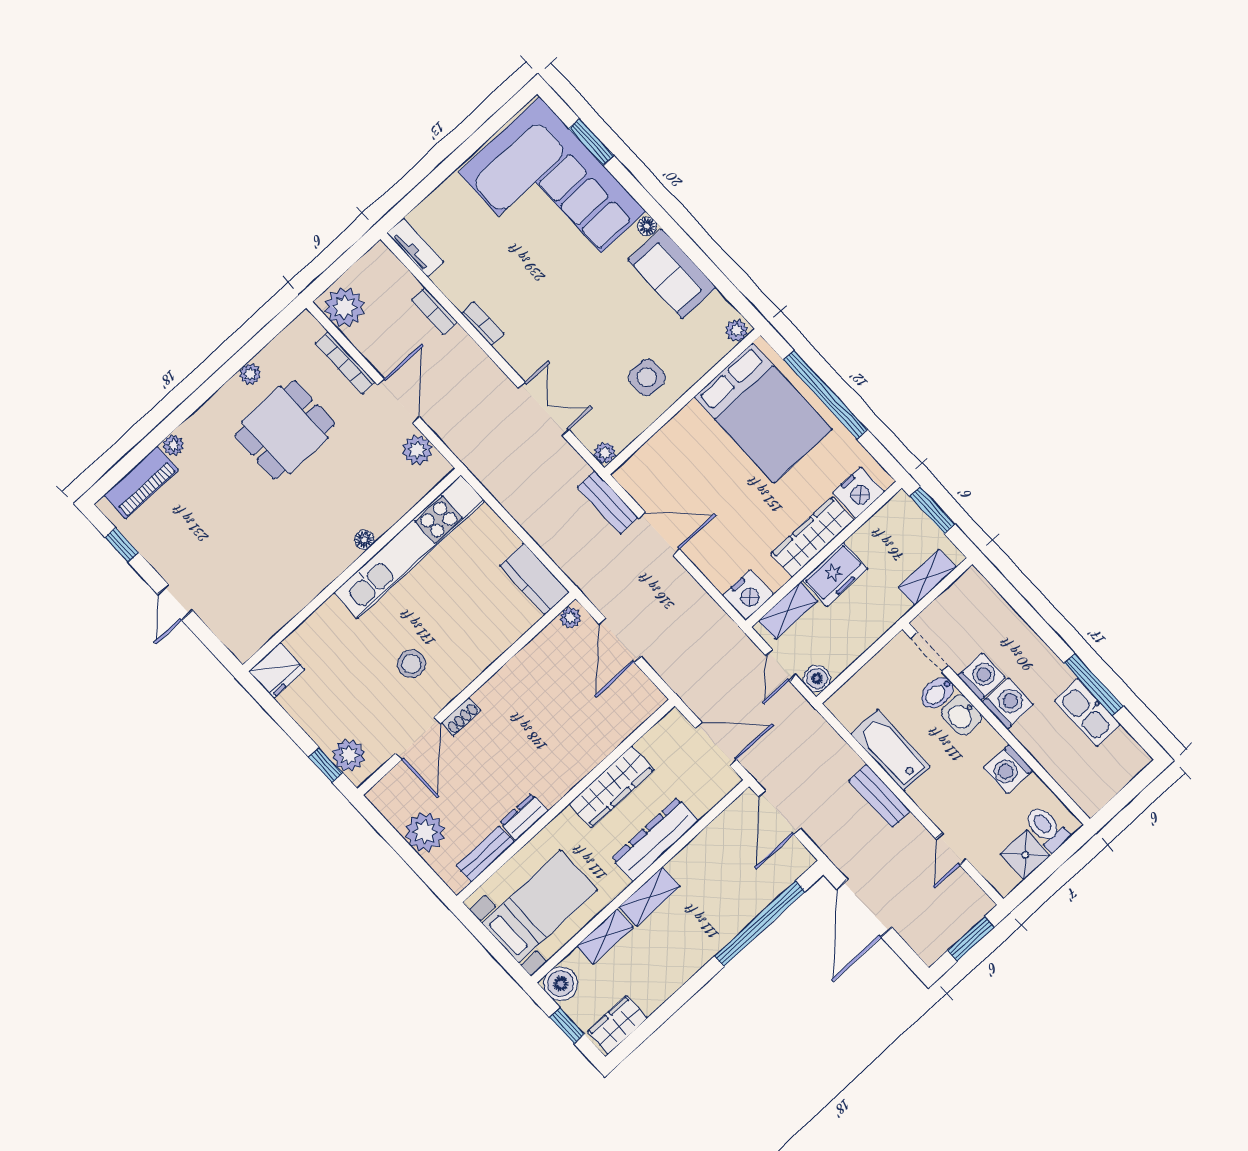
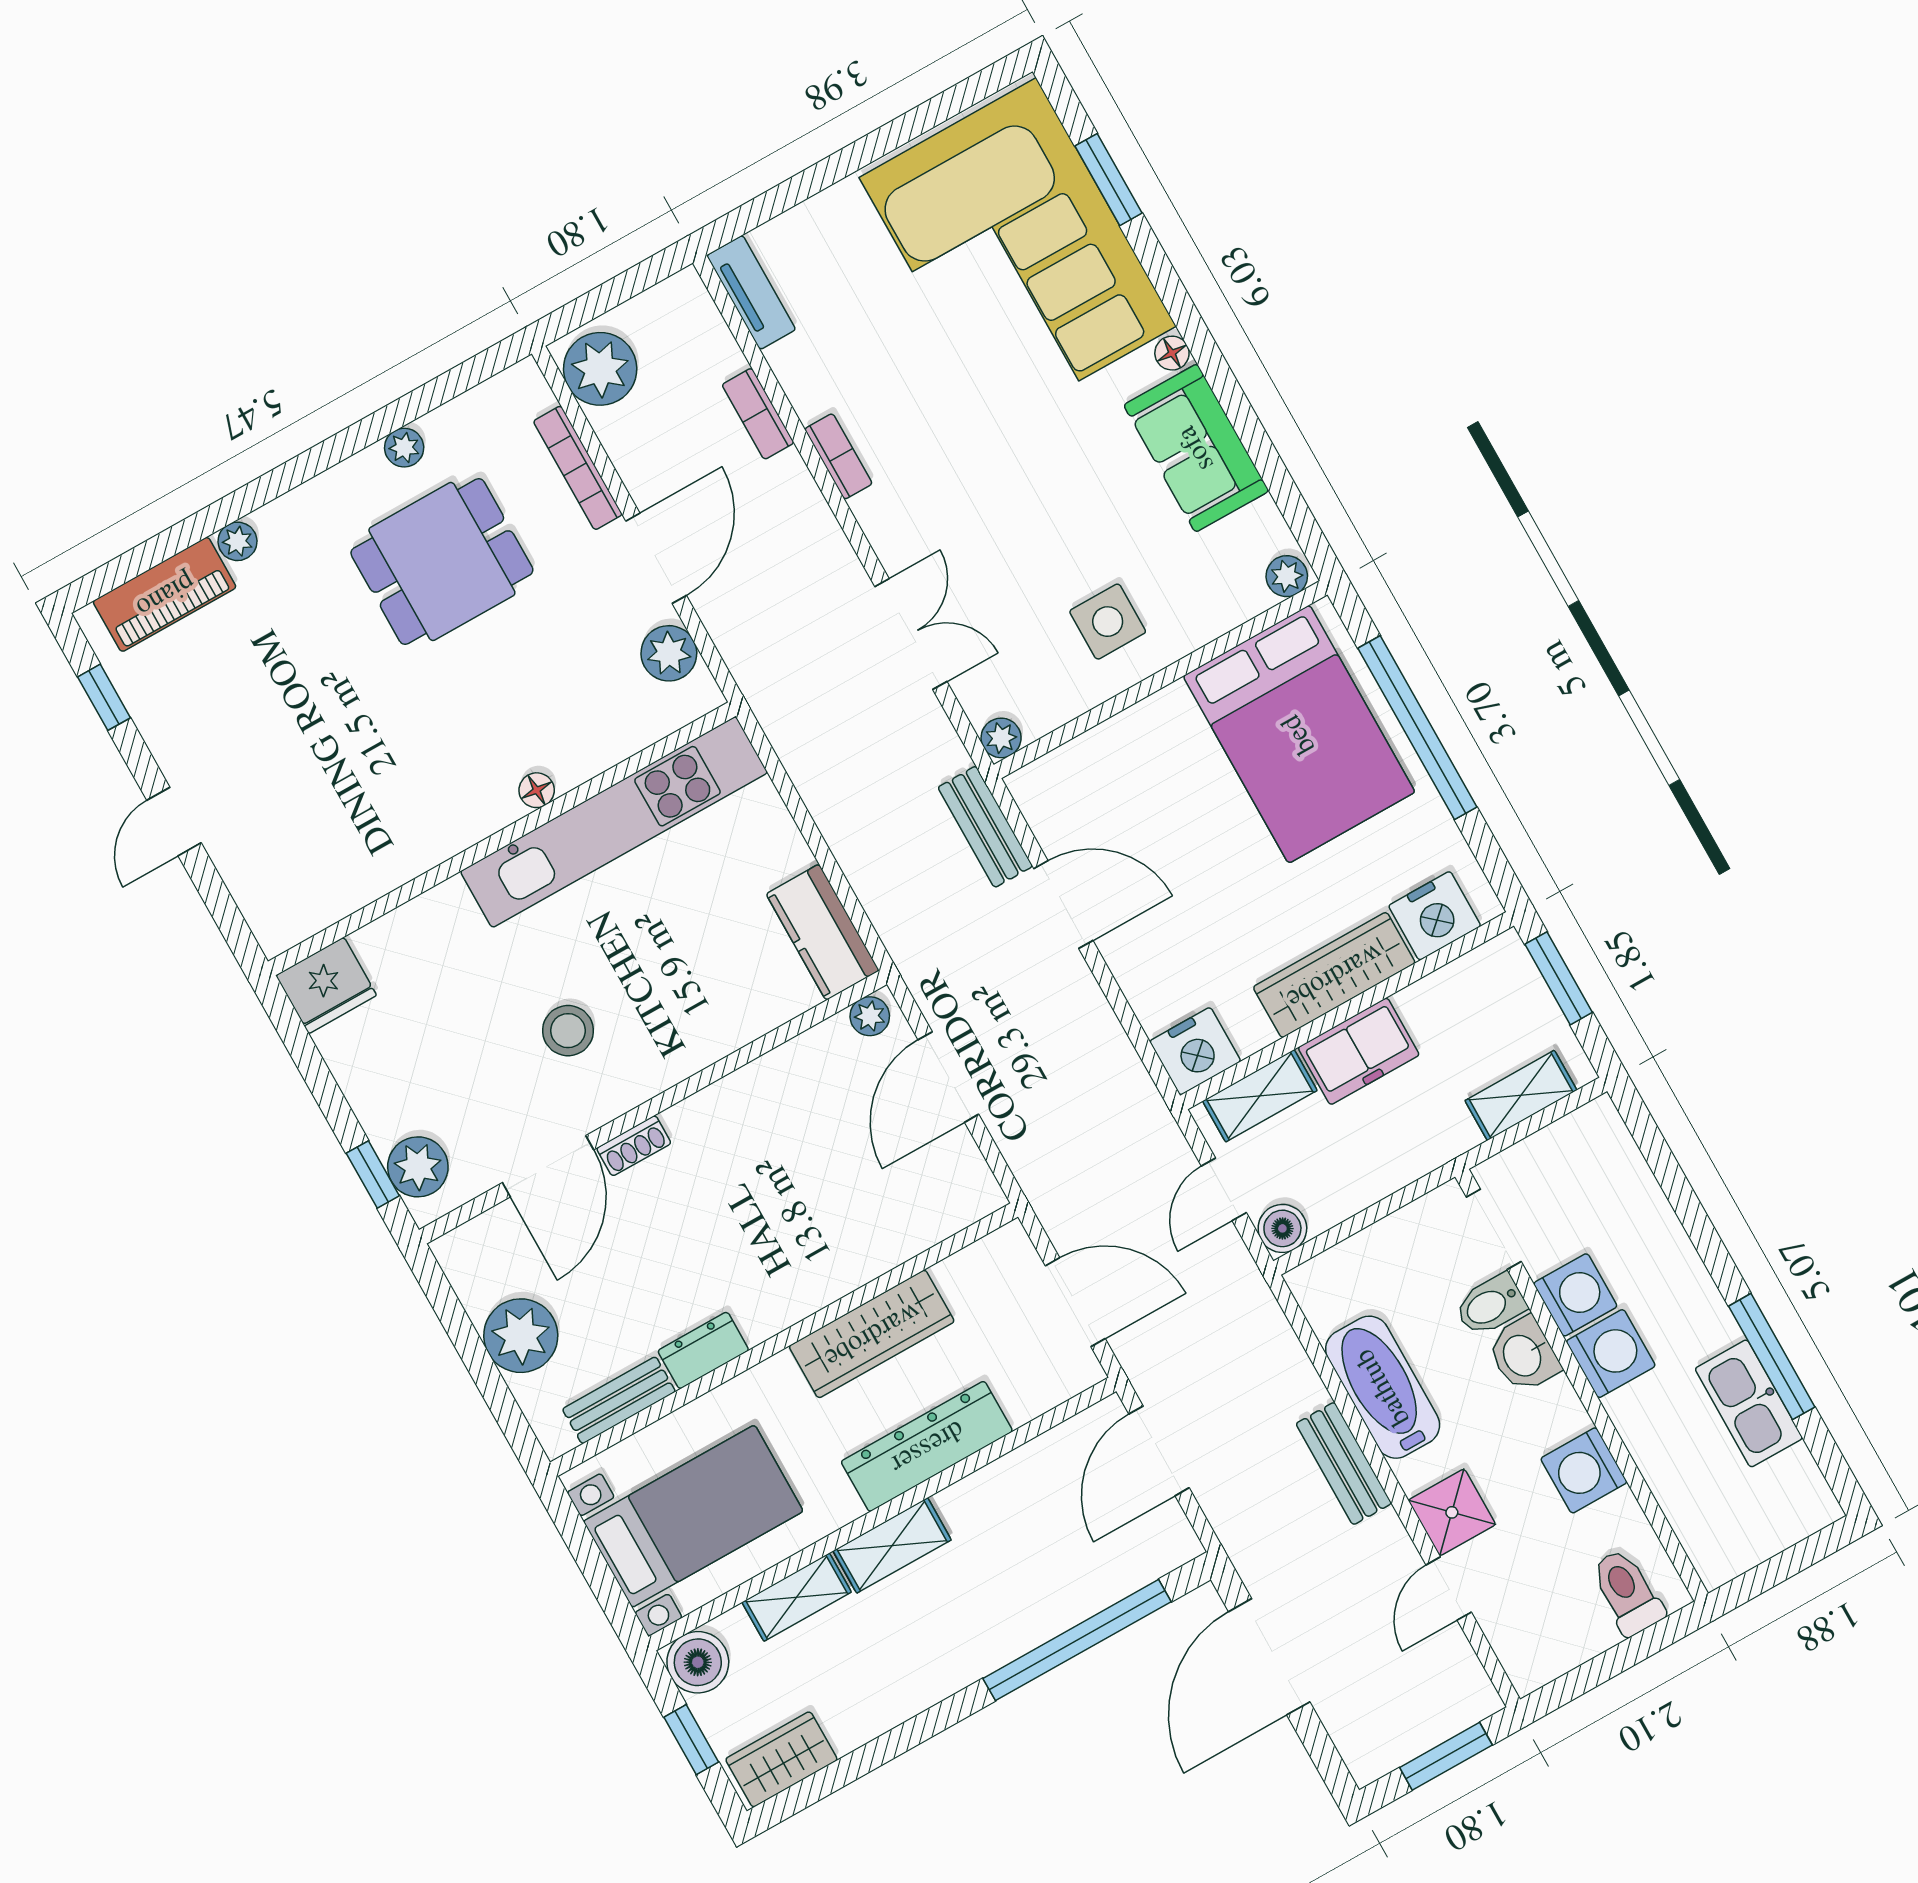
shower: (1025, 855) -> (1452, 1512), moved

